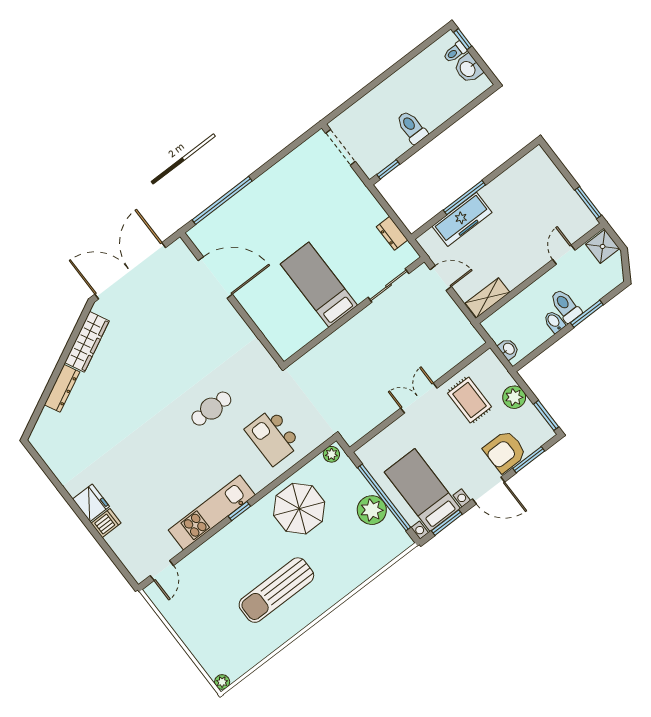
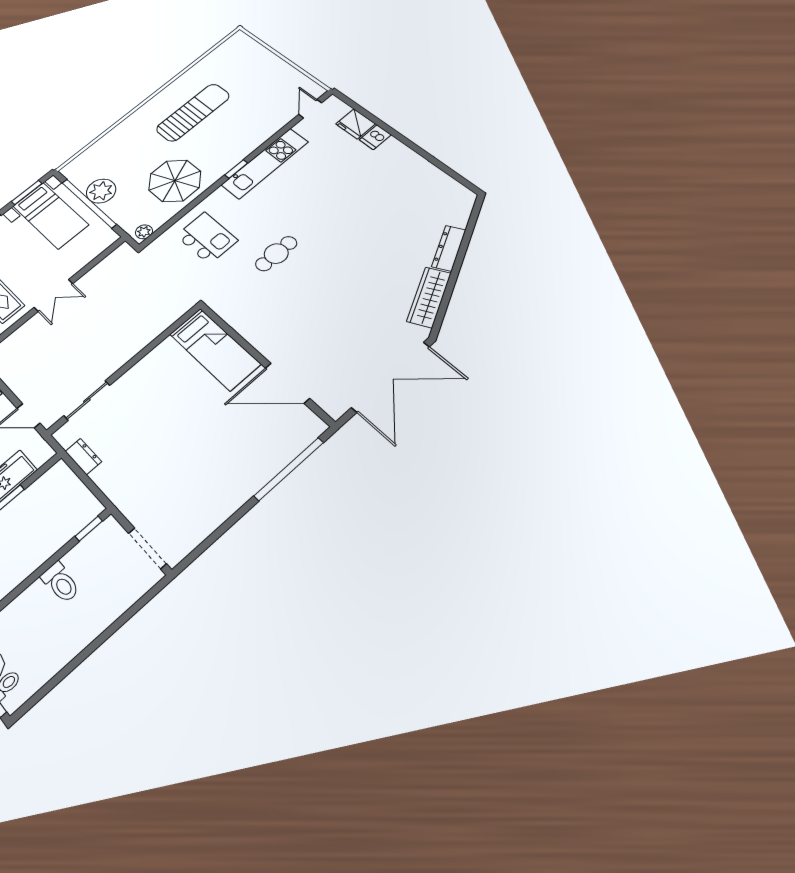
bed: (319, 285) -> (215, 349), moved
fridge: (91, 503) -> (356, 124), moved
plant: (222, 682) -> (239, 37), removed

